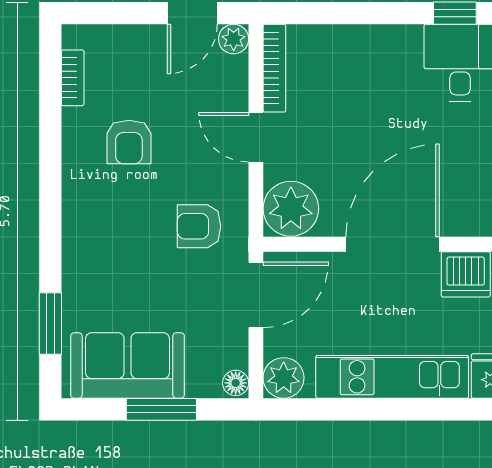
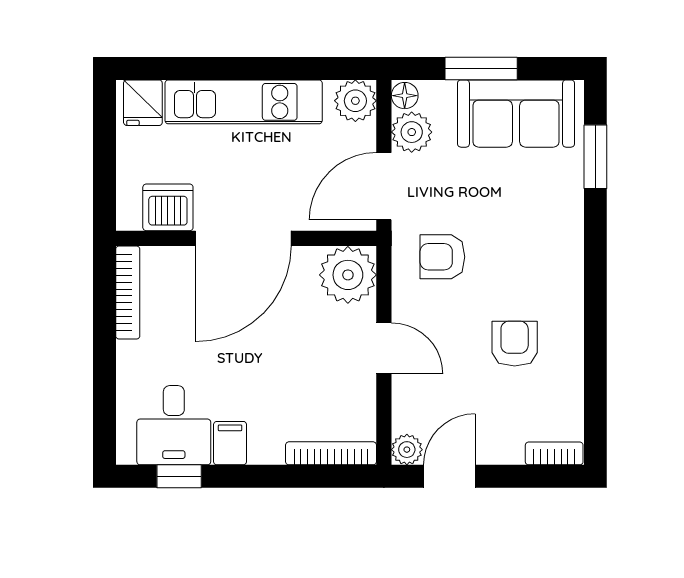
filing cabinet: (405, 45) -> (230, 443), added
bookcase: (274, 68) -> (331, 453), moved, turned 90
bookcase: (73, 78) -> (554, 453), moved, turned 90
armchair: (199, 226) -> (442, 257), turned 180
plant: (229, 347) -> (412, 132), added

